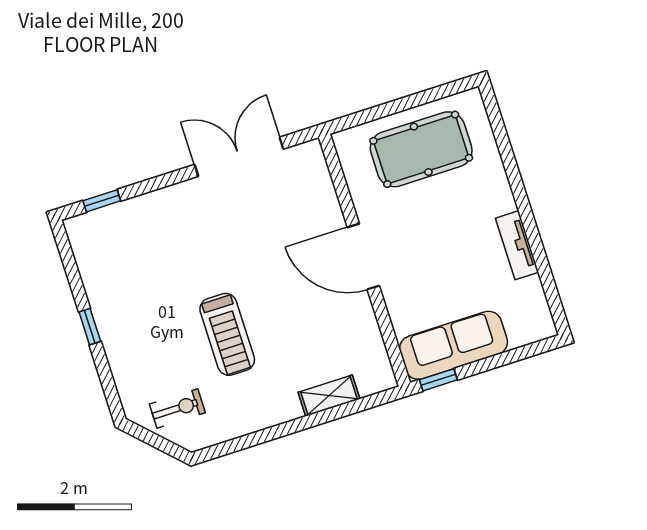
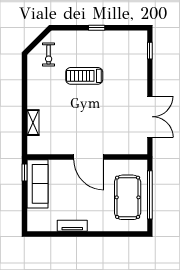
window: (401, 105) -> (150, 195), added
door: (363, 257) -> (89, 157), swing flipped
treadmill: (227, 334) -> (84, 76), moved

